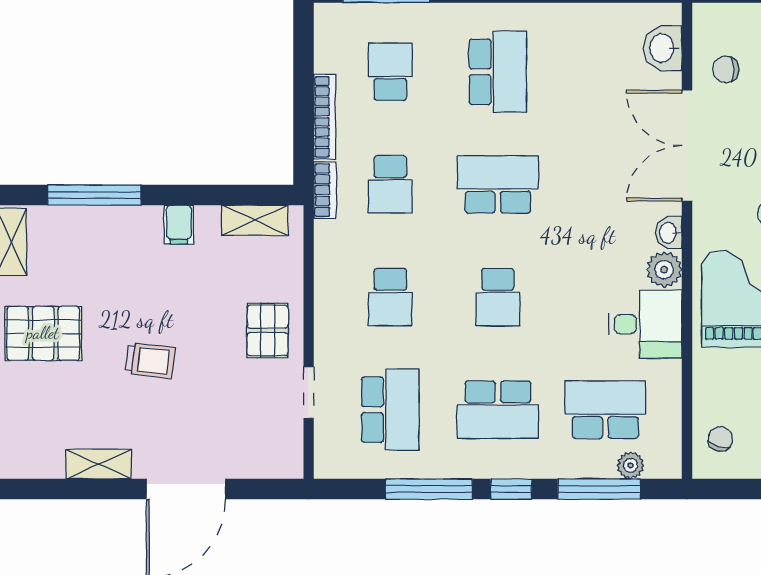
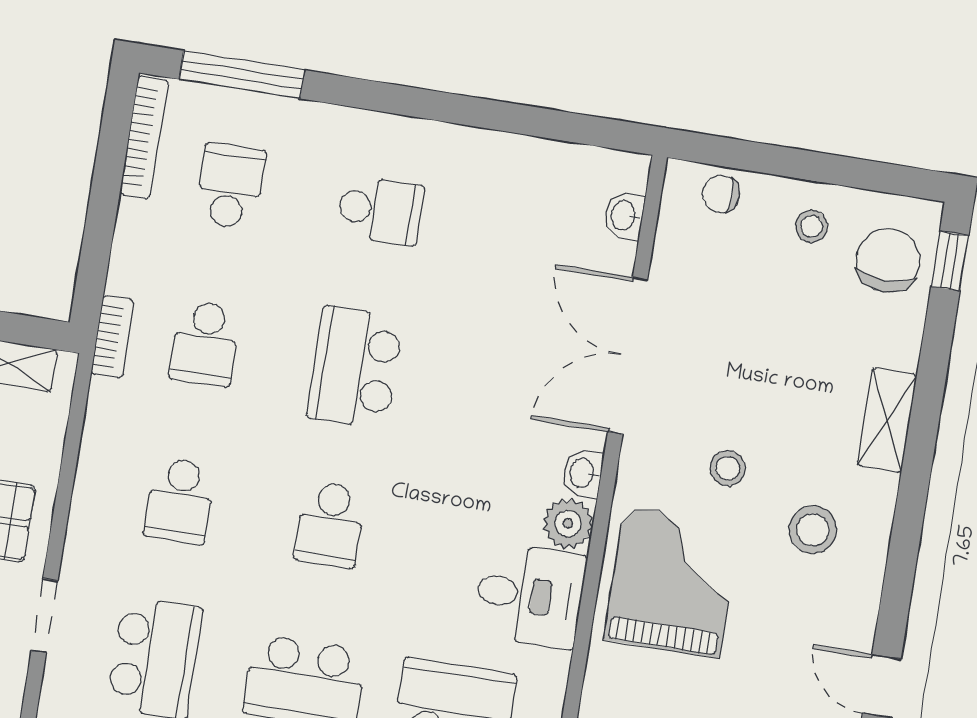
washbasin: (663, 48) -> (624, 215), width x0.72, depth x0.69
chair: (726, 69) -> (721, 194), moved
school desk: (498, 72) -> (380, 210), width x0.54
bookcase: (325, 117) -> (144, 137), moved
school desk: (498, 184) -> (355, 367), turned -90

